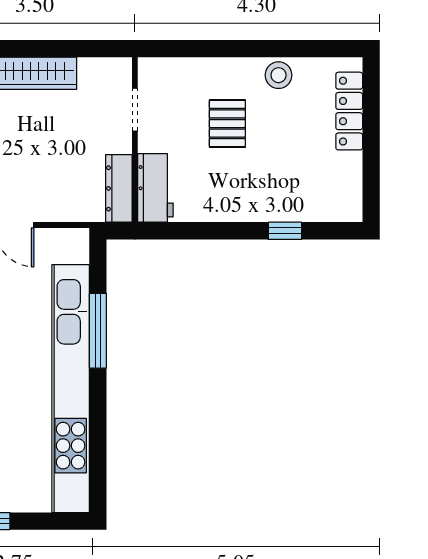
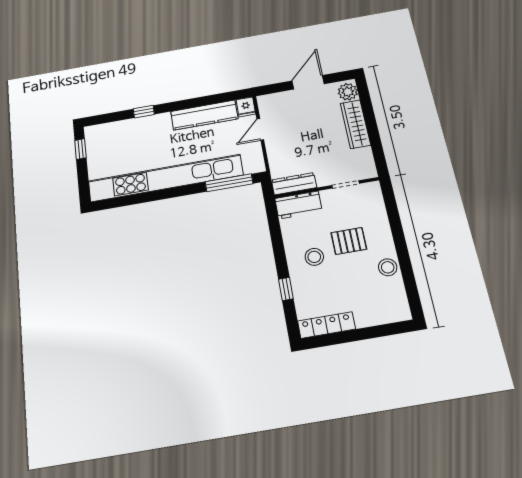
locker: (349, 111) -> (326, 325), moved
stool: (243, 180) -> (314, 257), added
window: (98, 331) -> (229, 183), moved

